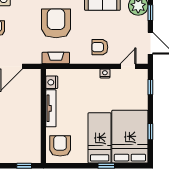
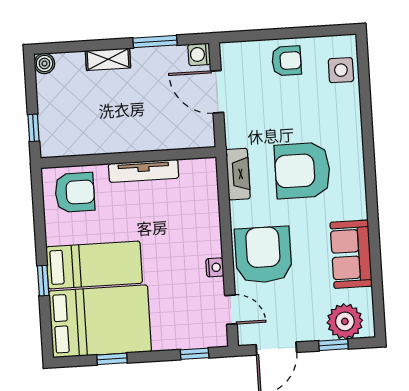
armchair: (56, 23) -> (302, 170), turned 180
armchair: (100, 47) -> (263, 255), width x1.88, depth x1.88
nightstand: (52, 82) -> (192, 169), removed

